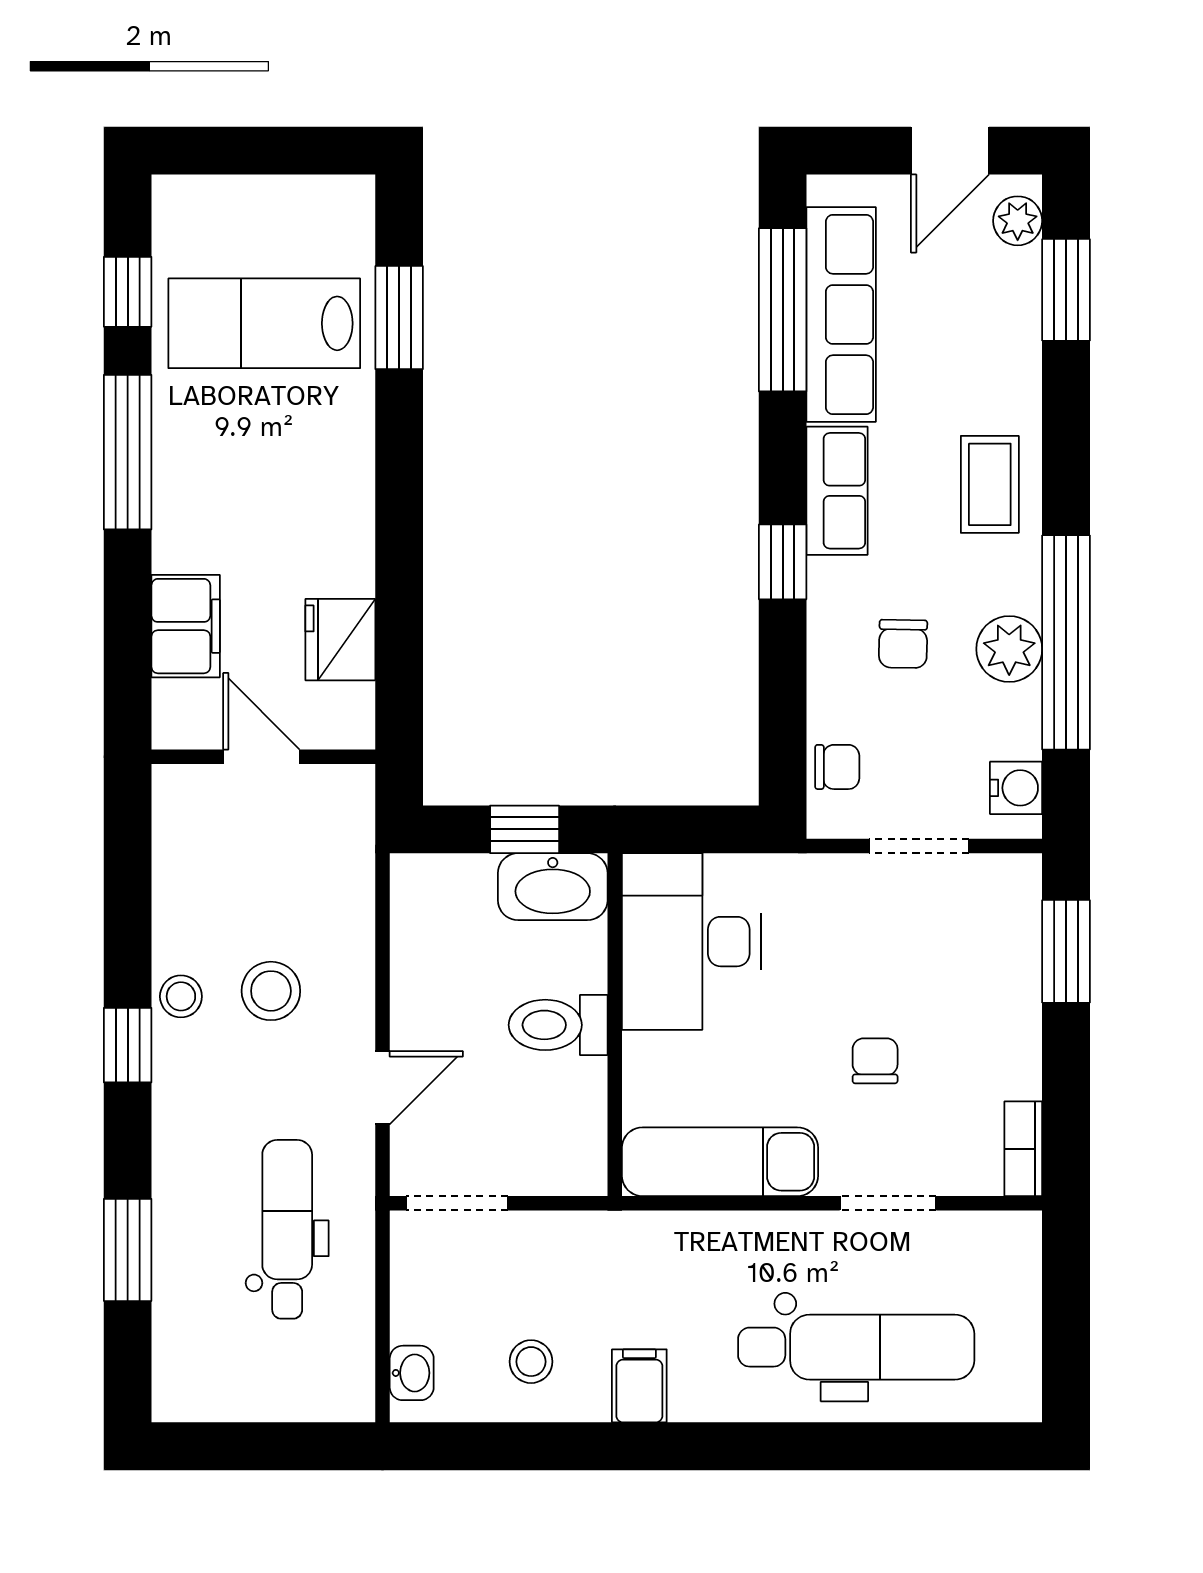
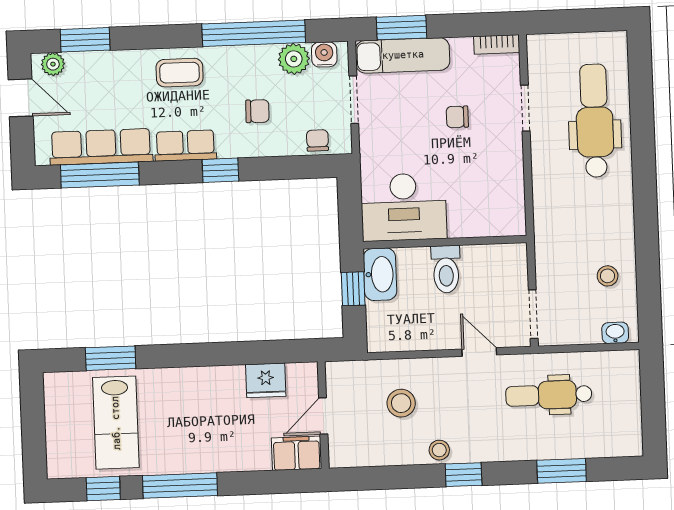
filing cabinet: (186, 626) -> (297, 453), moved
plant: (1009, 649) -> (294, 59), moved
stool: (271, 991) -> (401, 403), moved
exam couch: (720, 1162) -> (403, 55), moved, turned -90
filing cabinet: (639, 1386) -> (617, 224), removed

